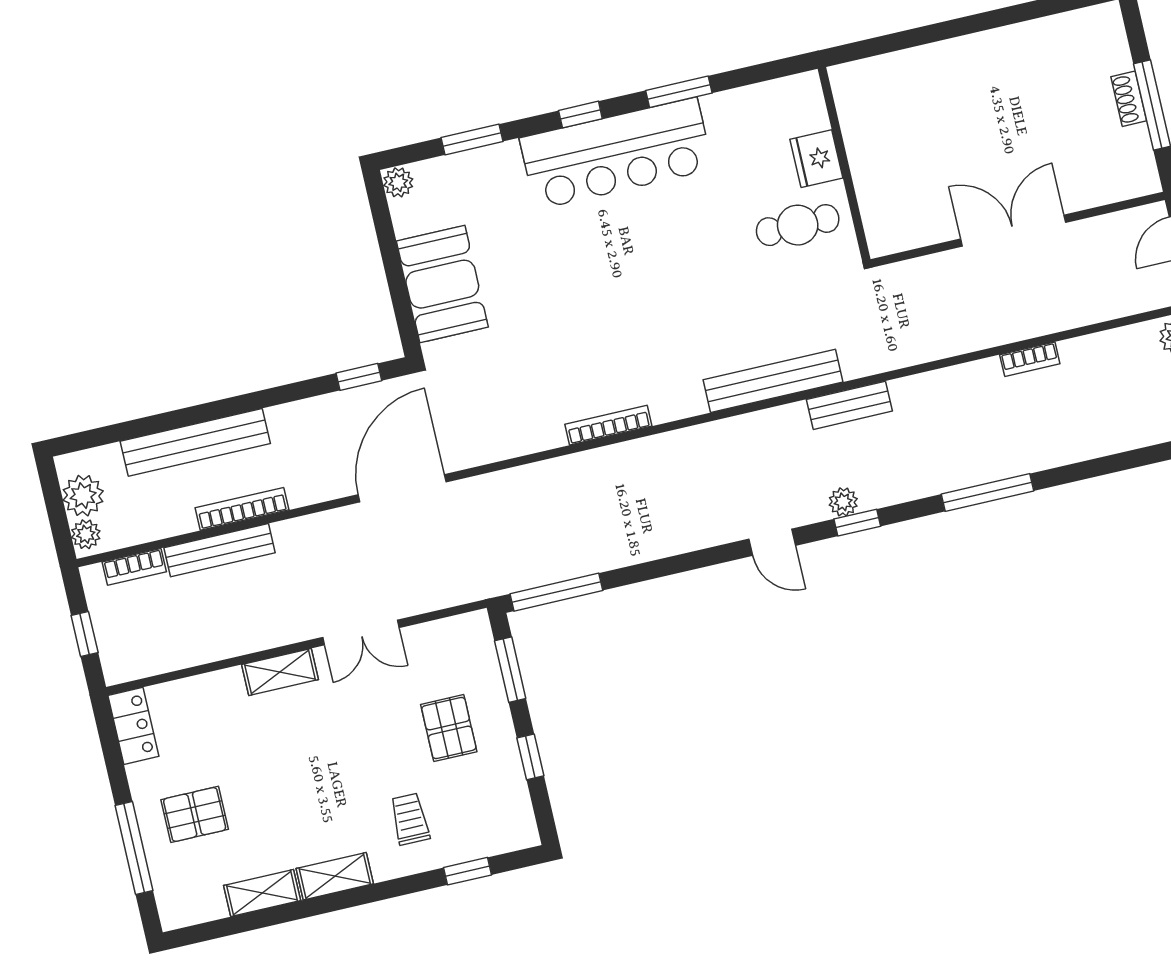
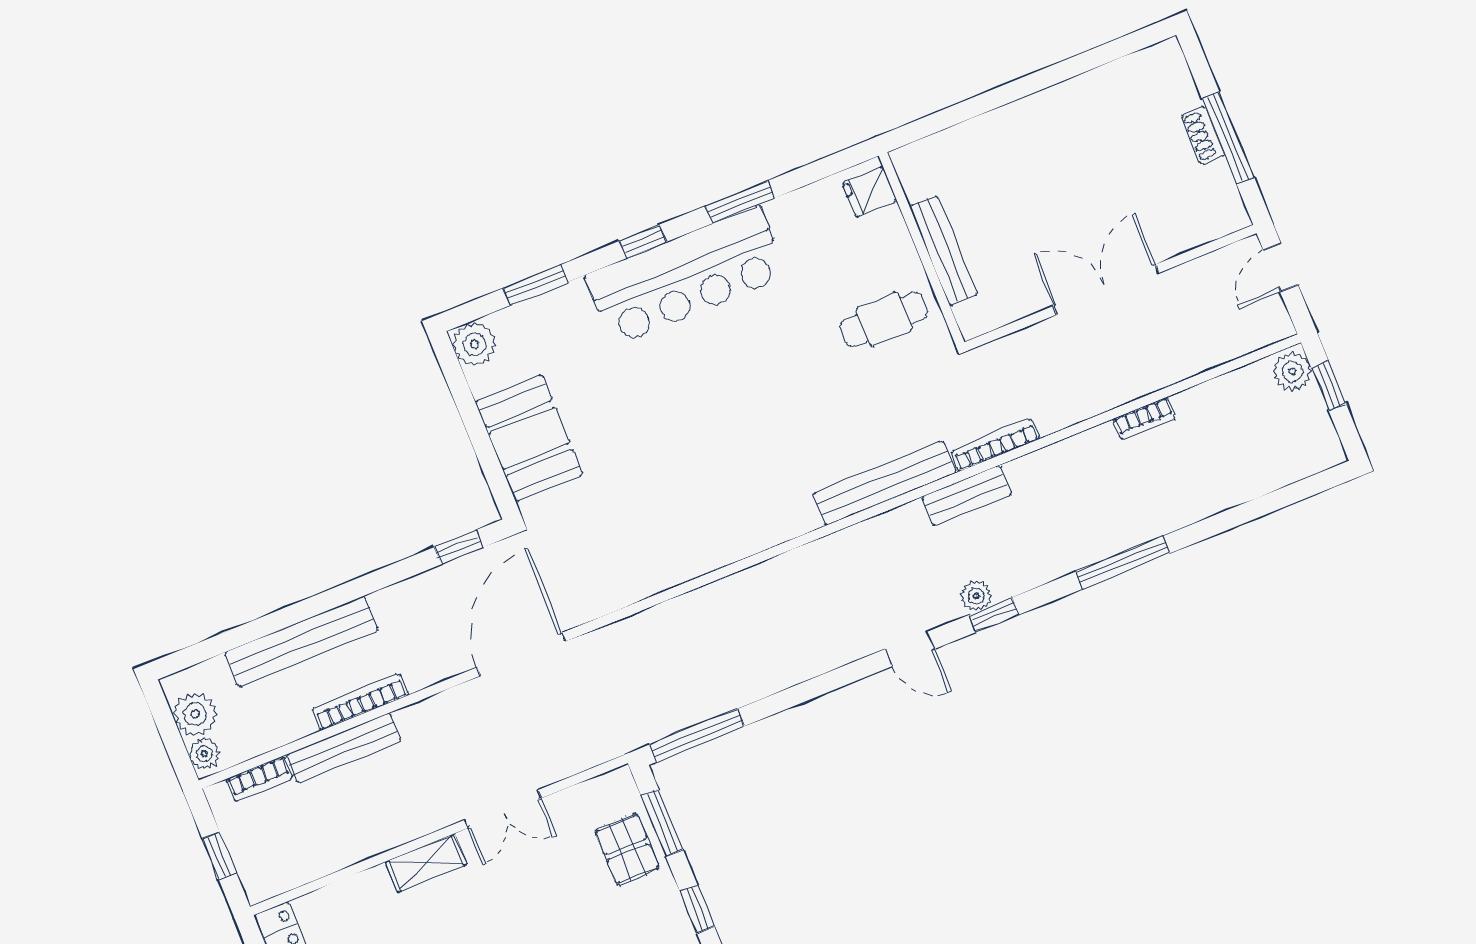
fridge: (816, 159) -> (869, 192), moved, width x0.72
bench: (865, 169) -> (943, 251), added
plant: (398, 182) -> (475, 344), width x1.38, depth x1.38
bookcase: (608, 425) -> (995, 445), moved
pallet: (449, 728) -> (627, 849), moved

